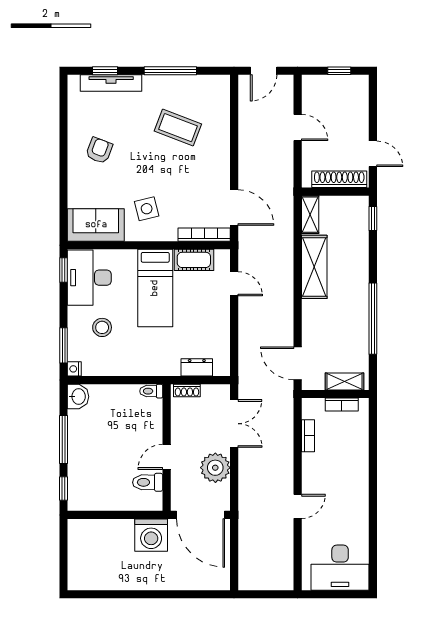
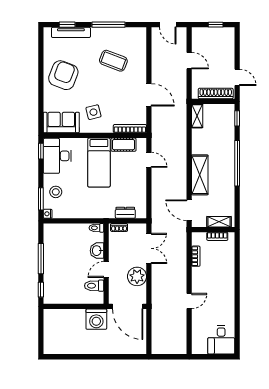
door: (264, 71) -> (168, 25), hinge flipped
armchair: (99, 150) -> (63, 75), width x1.88, depth x1.88
door: (234, 208) -> (149, 95), moved
shelving: (314, 267) -> (200, 175), moved
window: (373, 319) -> (237, 163), moved
stool: (102, 327) -> (56, 192), moved
washbasin: (78, 397) -> (97, 251), moved, turned 180
desk: (340, 568) -> (221, 340), width x0.73

